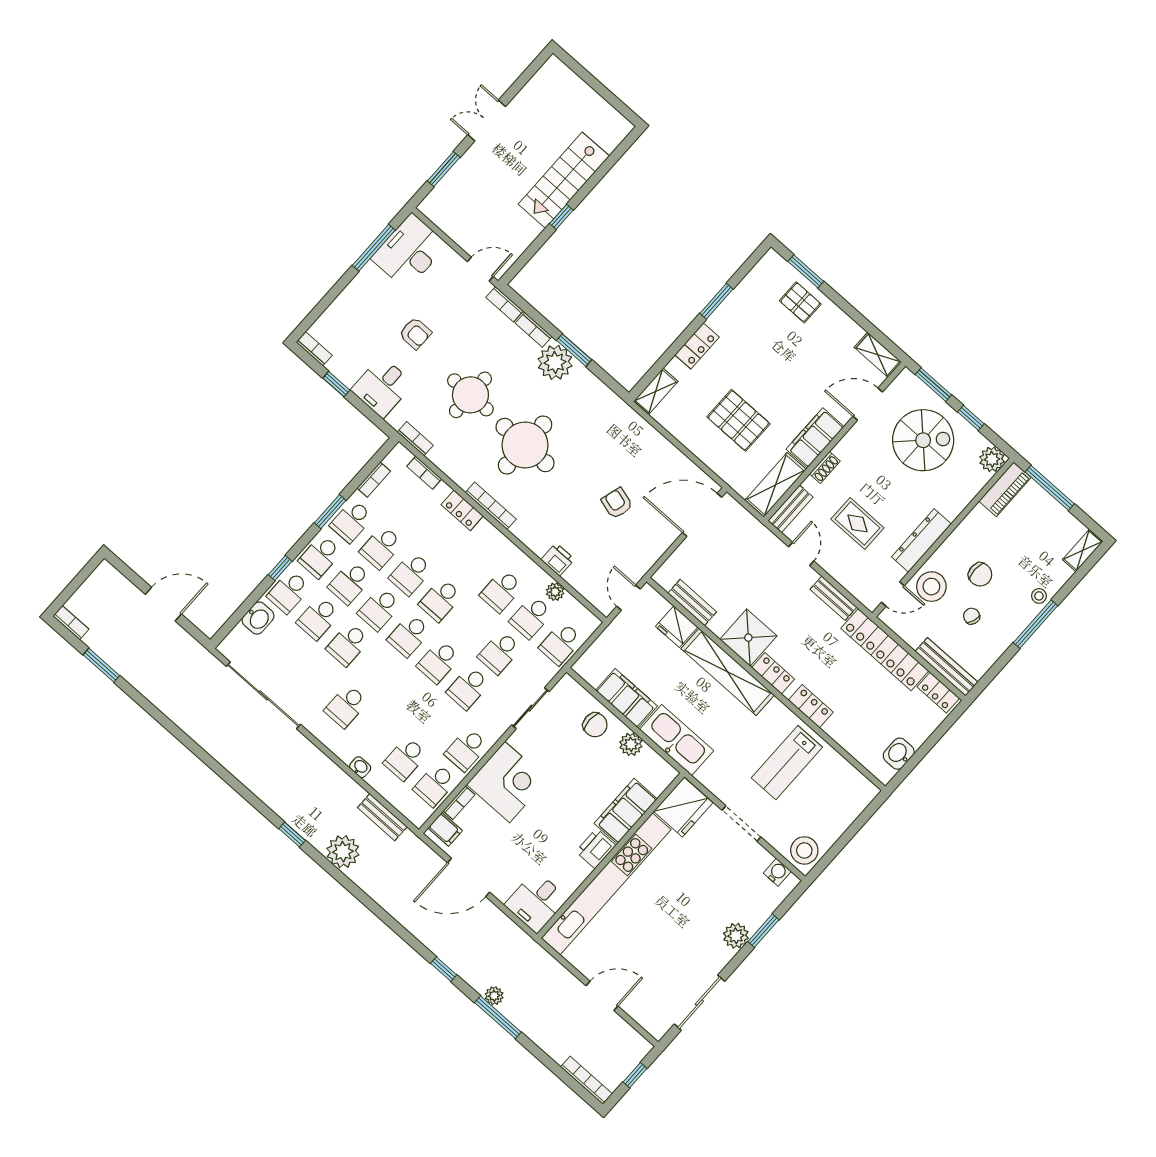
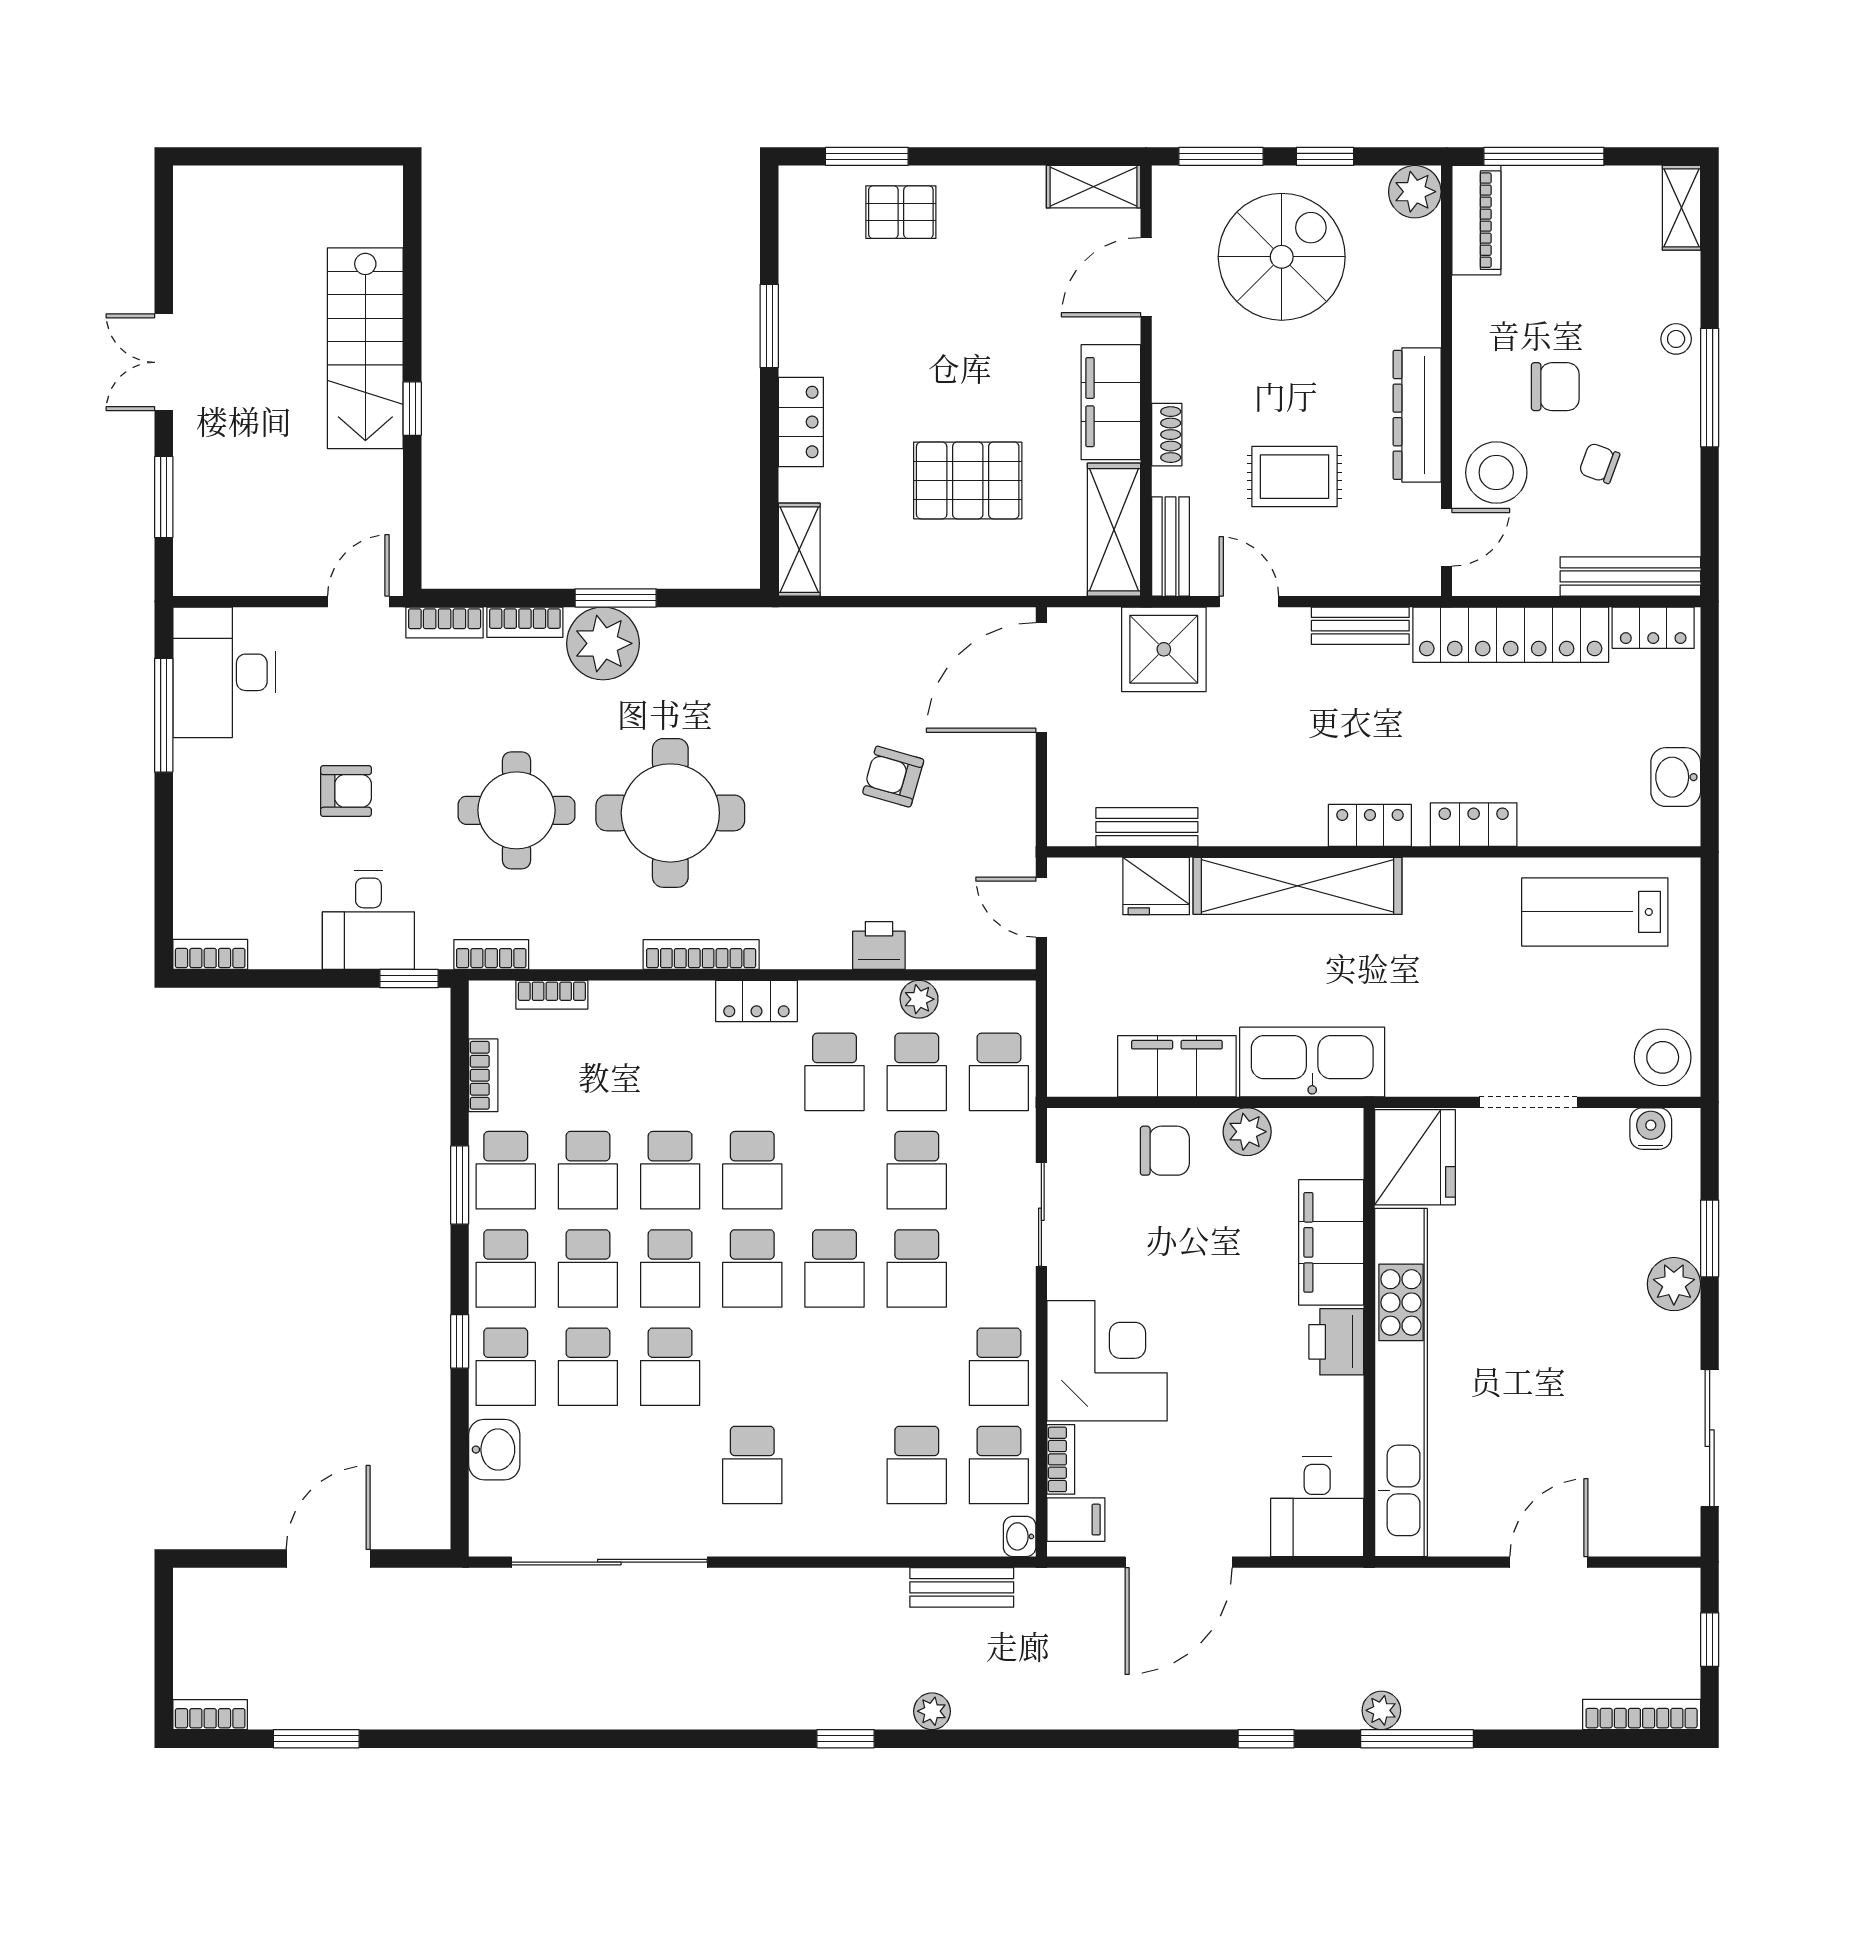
window: (336, 384) -> (409, 978), moved
locker: (462, 510) -> (756, 1001), moved
shower: (748, 638) -> (1164, 649), moved
lab bench: (787, 763) -> (1595, 912), moved, turned 90
washbasin: (360, 767) -> (1020, 1536), moved, turned -90
plant: (343, 852) -> (932, 1711), width x0.53, depth x0.53

